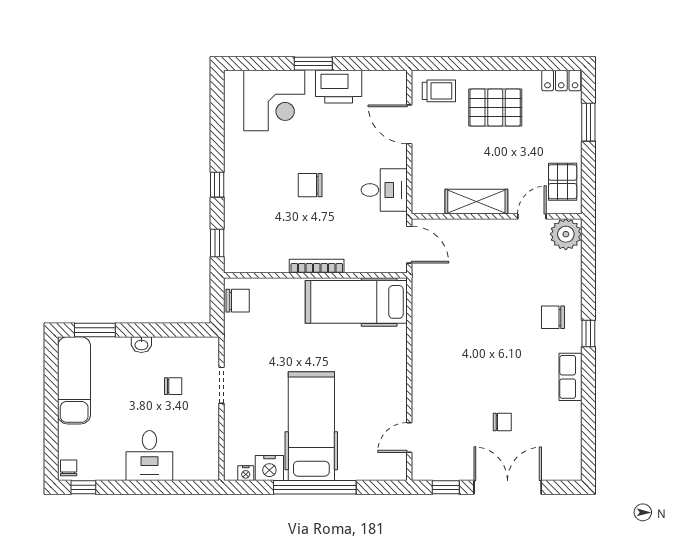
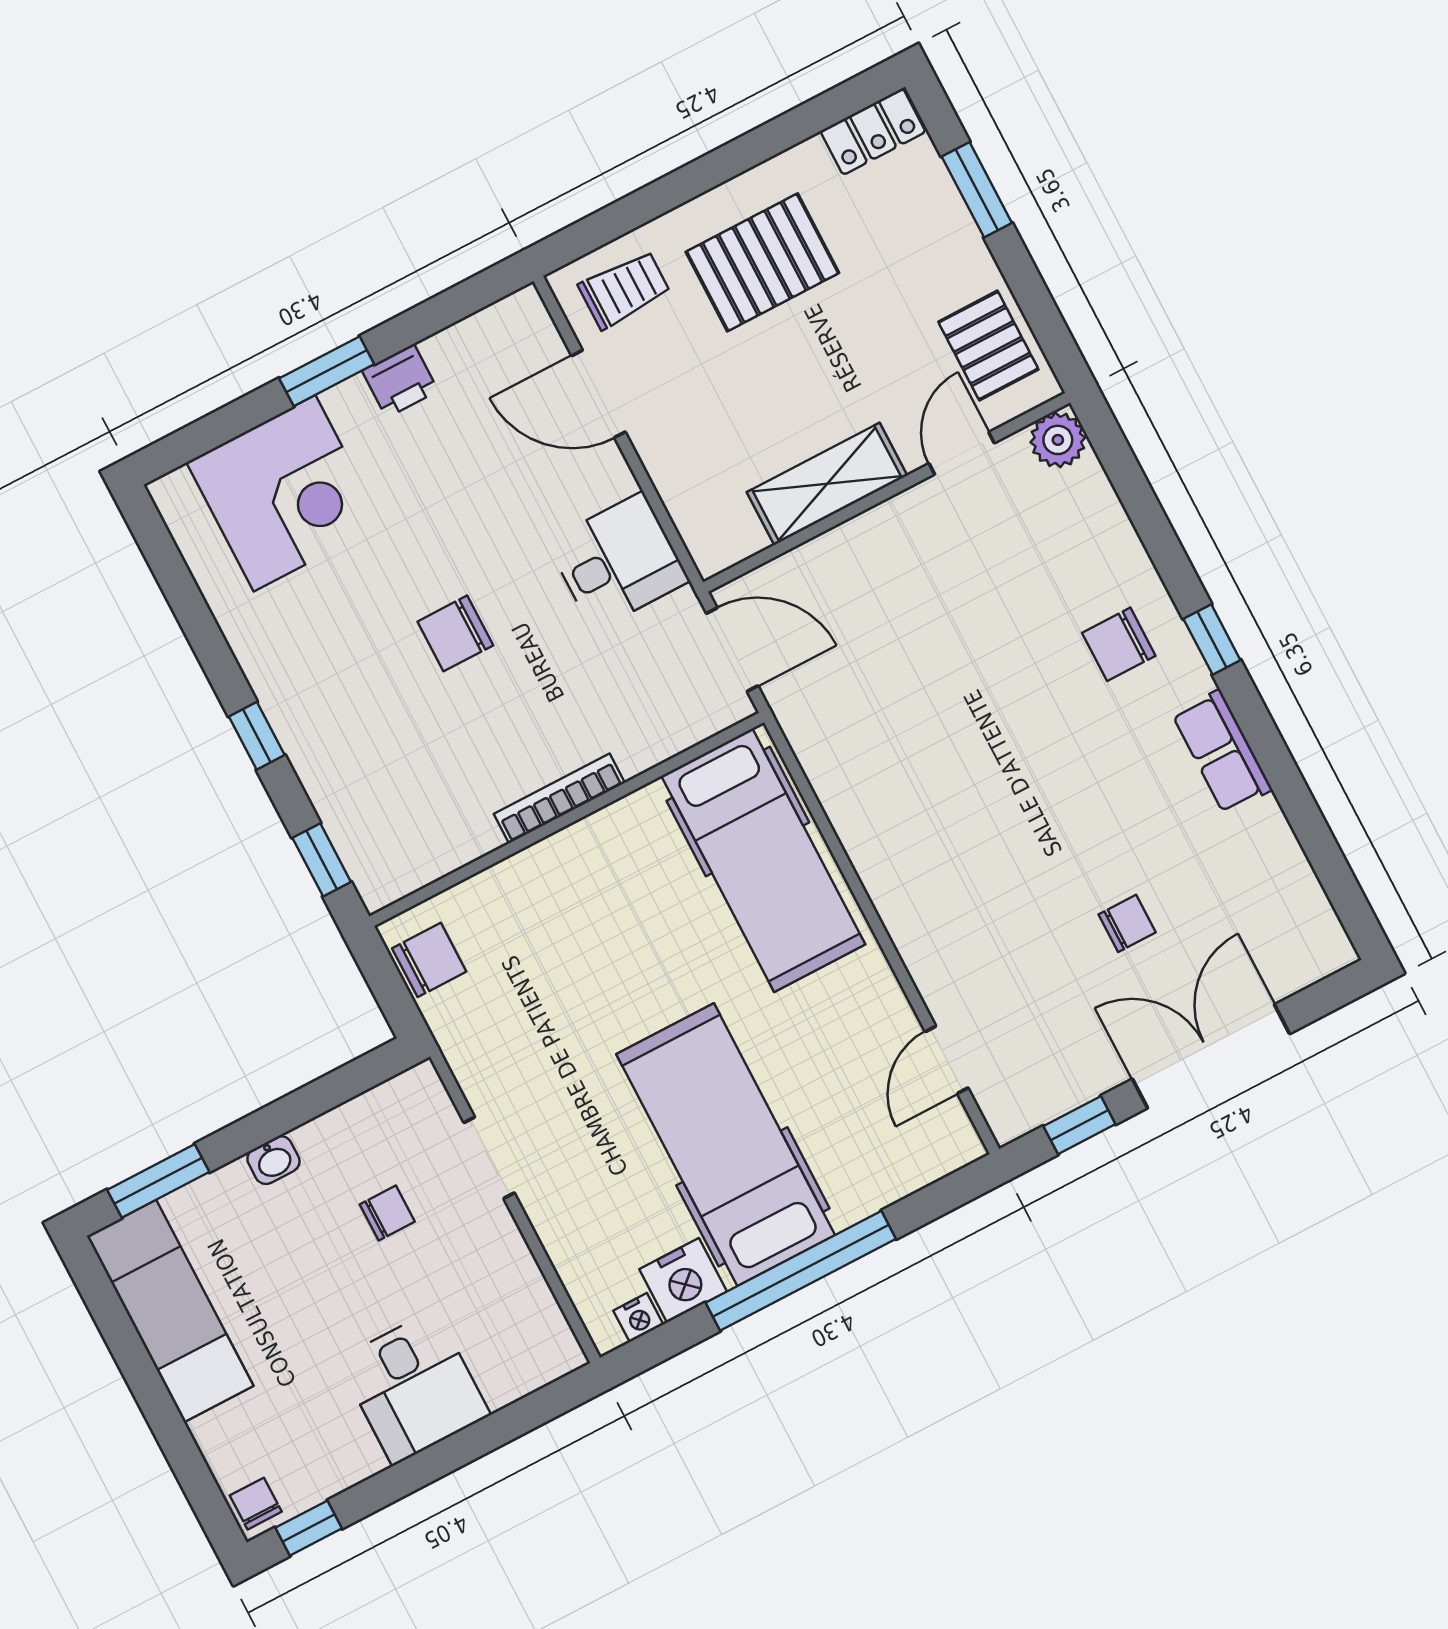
printer: (339, 87) -> (400, 381), width x0.53, depth x0.68
plant: (566, 234) -> (1058, 440), width x0.73, depth x0.73
hospital bed: (356, 302) -> (763, 860), moved, turned -90

